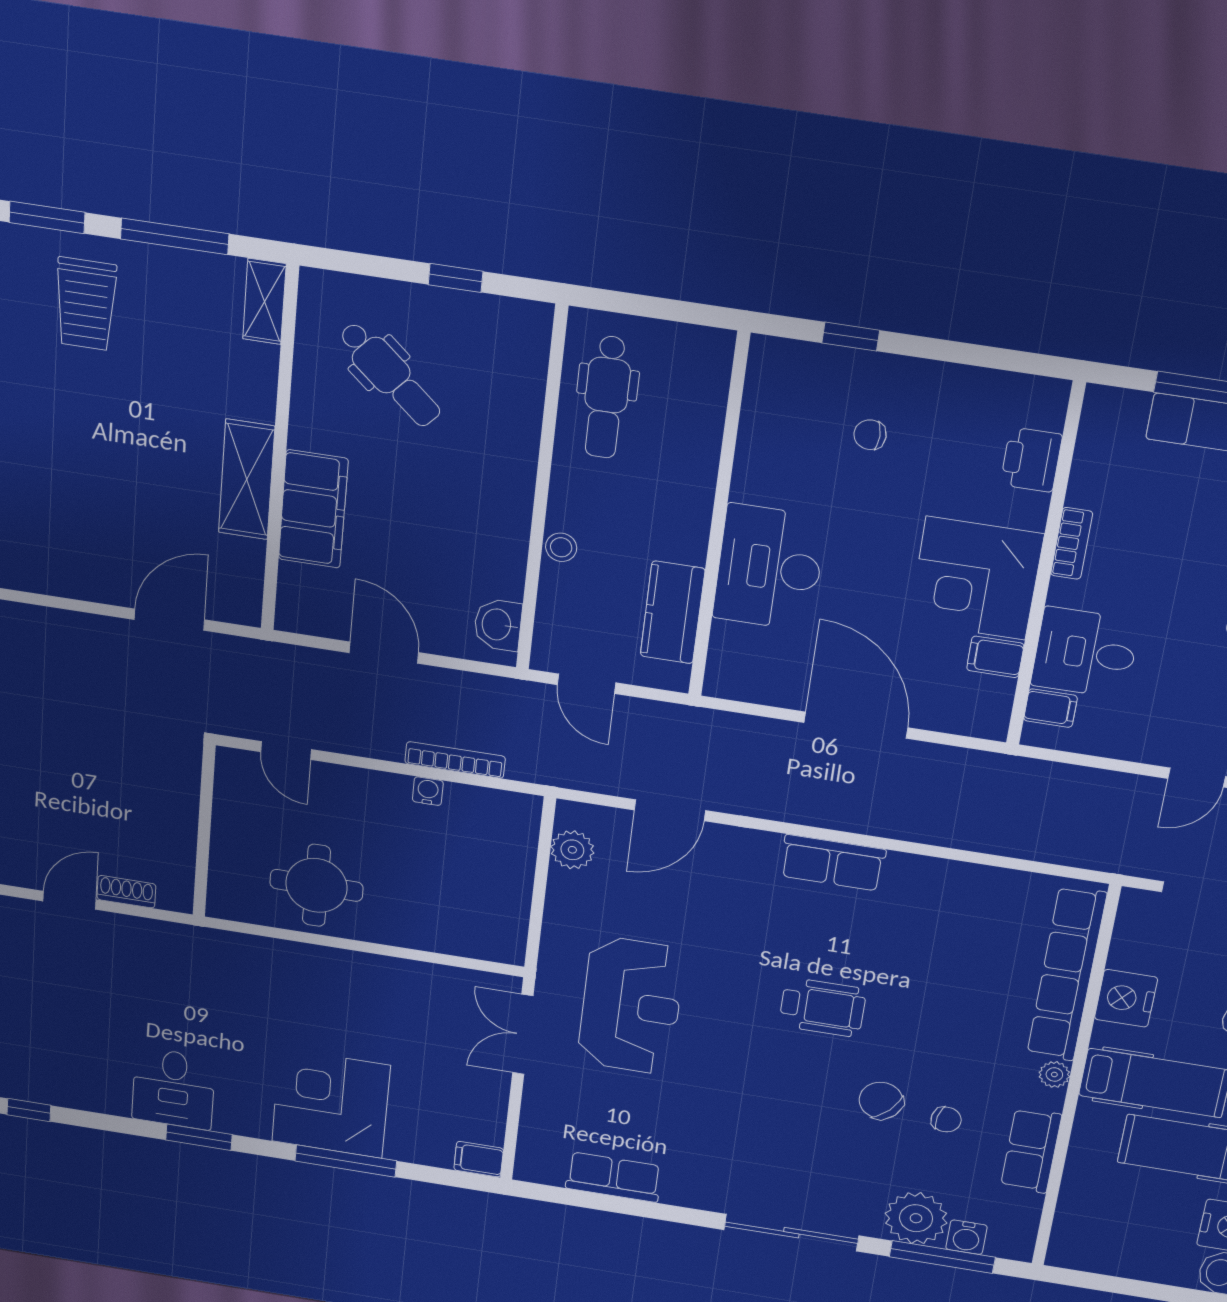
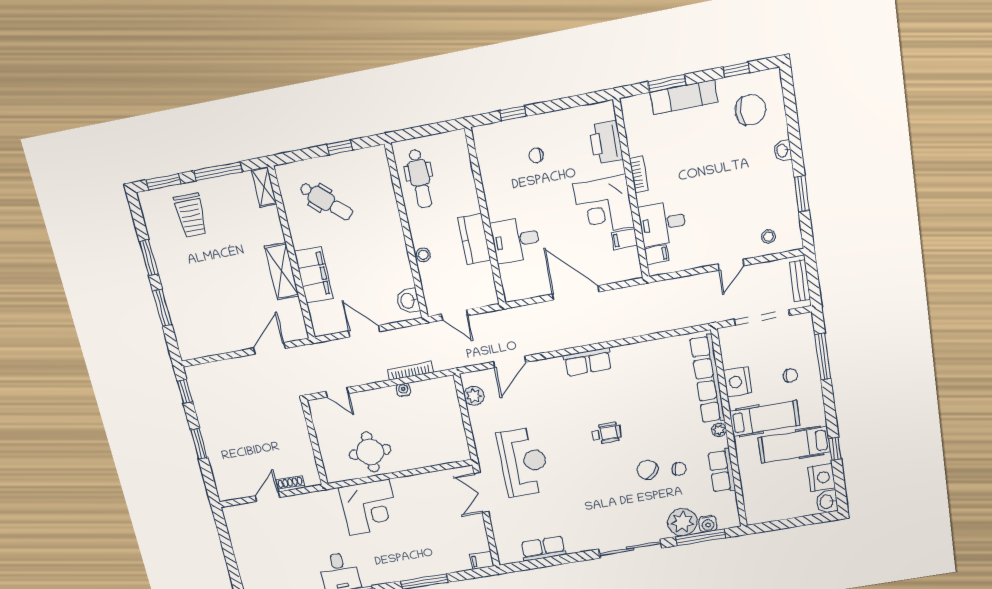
printer: (1031, 460) -> (606, 142), width x1.37, depth x1.19
desk: (769, 568) -> (516, 240), width x0.73
kitchen counter: (673, 612) -> (474, 239), moved
wheelchair: (822, 1007) -> (607, 433), width x0.73, depth x0.73
corner desk: (331, 1103) -> (369, 507), moved, turned 180

